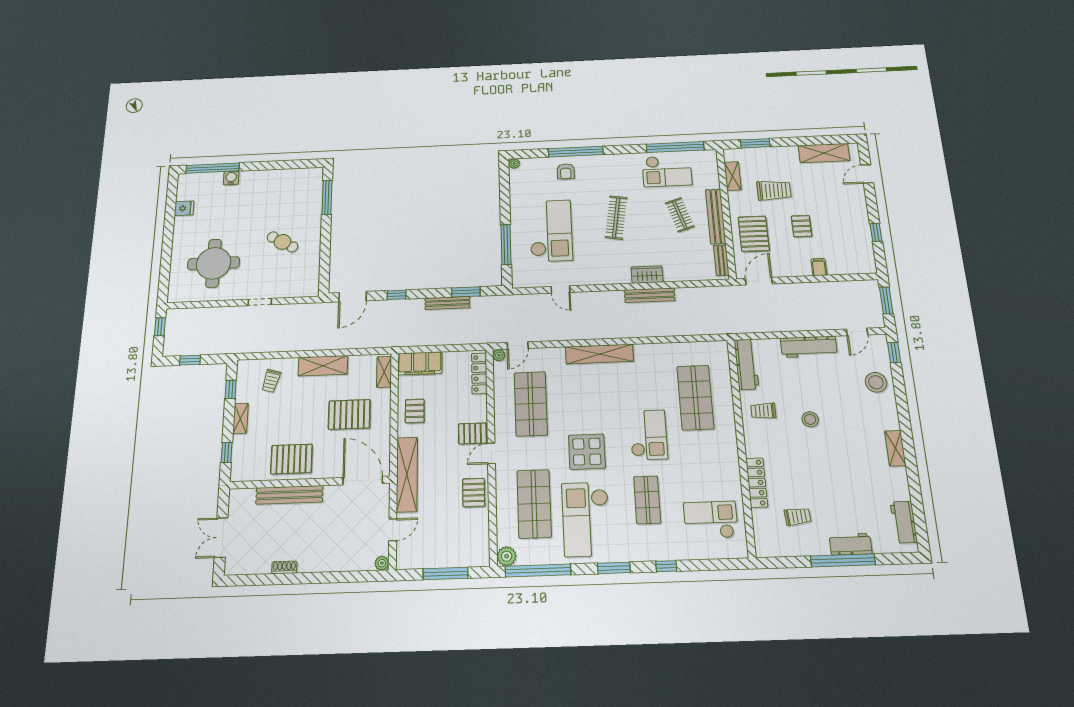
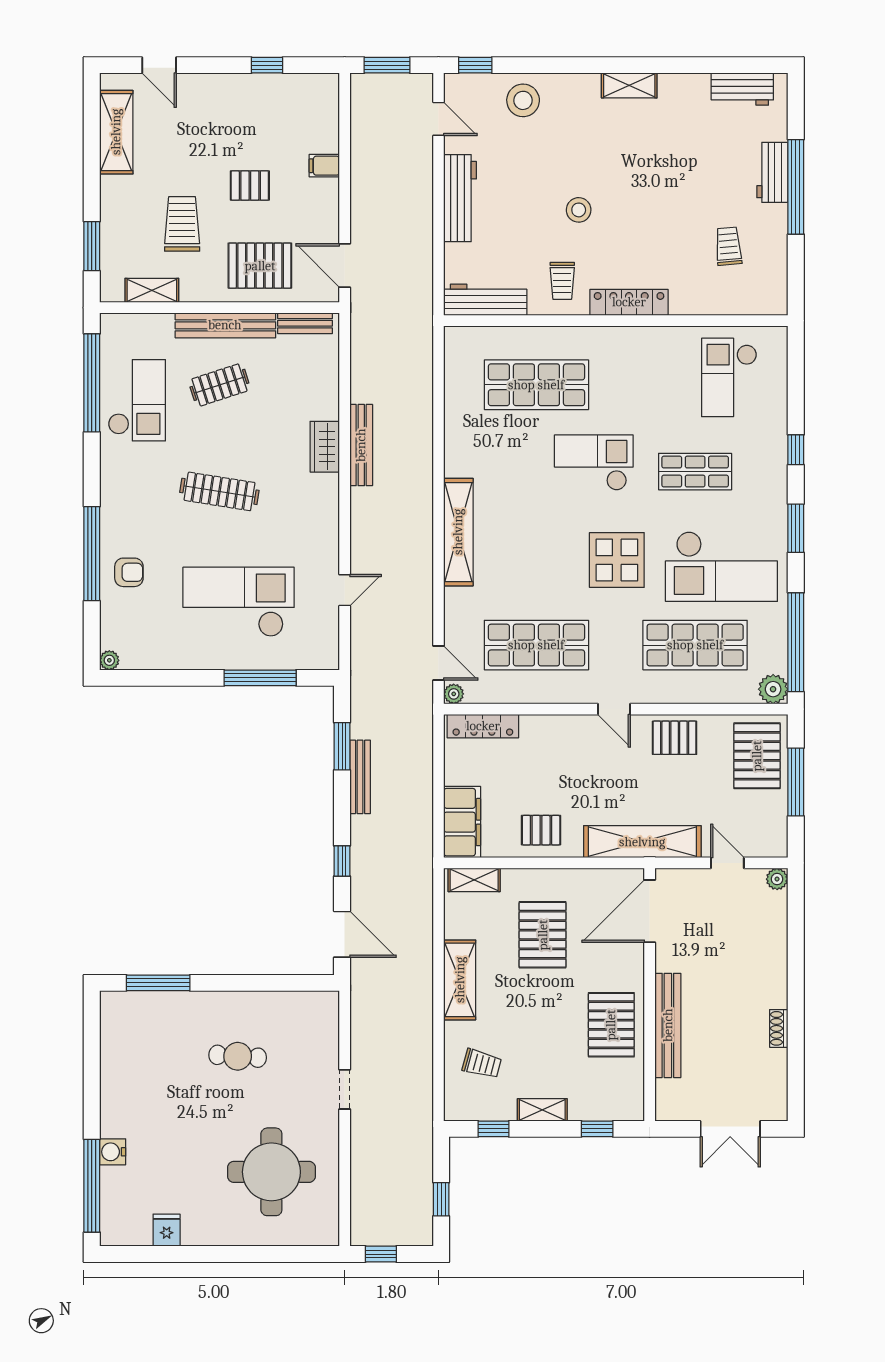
cafe table: (282, 242) -> (238, 1056), turned 64
pallet: (472, 433) -> (757, 756), moved, width x1.50, depth x1.42
locker: (757, 483) -> (629, 302), moved

